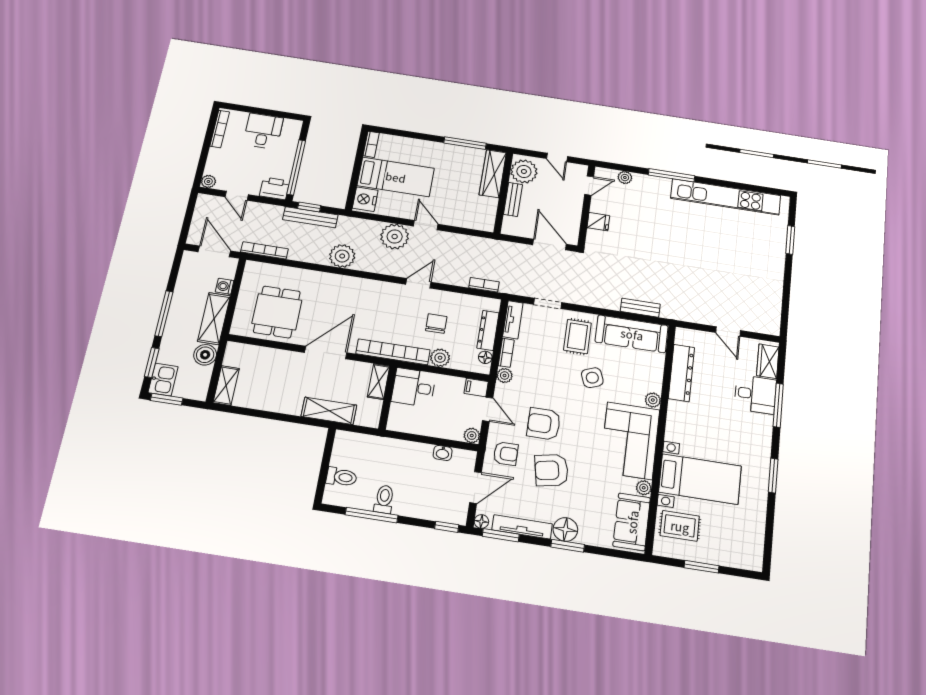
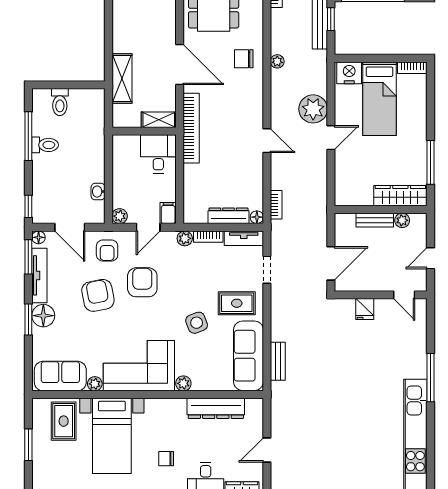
plant: (524, 171) -> (402, 220), width x0.53, depth x0.53
plant: (625, 178) -> (420, 330), removed
plant: (342, 256) -> (277, 61), width x0.53, depth x0.53
chair: (436, 324) -> (244, 59), moved, turned 180
floor lamp: (485, 357) -> (257, 217), moved
plant: (440, 358) -> (193, 174), removed
chair: (728, 429) -> (166, 459), added

